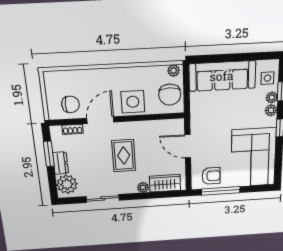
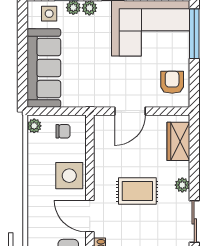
chair: (170, 95) -> (63, 131), width x0.54, depth x0.54
plant: (143, 187) -> (182, 185), moved
window: (221, 191) -> (194, 34), moved

